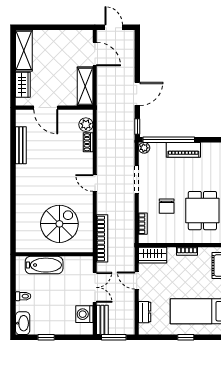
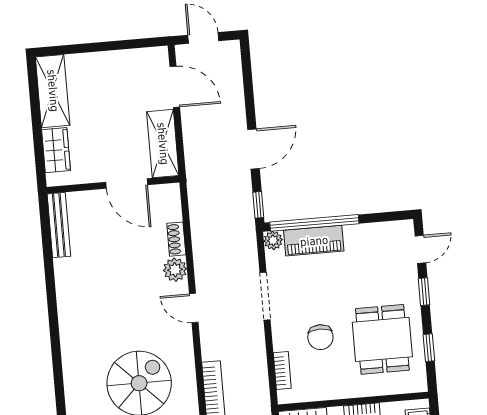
door: (46, 108) -> (127, 184), moved
plant: (86, 125) -> (175, 270), moved
bench: (21, 145) -> (59, 225), moved
piano: (183, 150) -> (314, 241), moved

